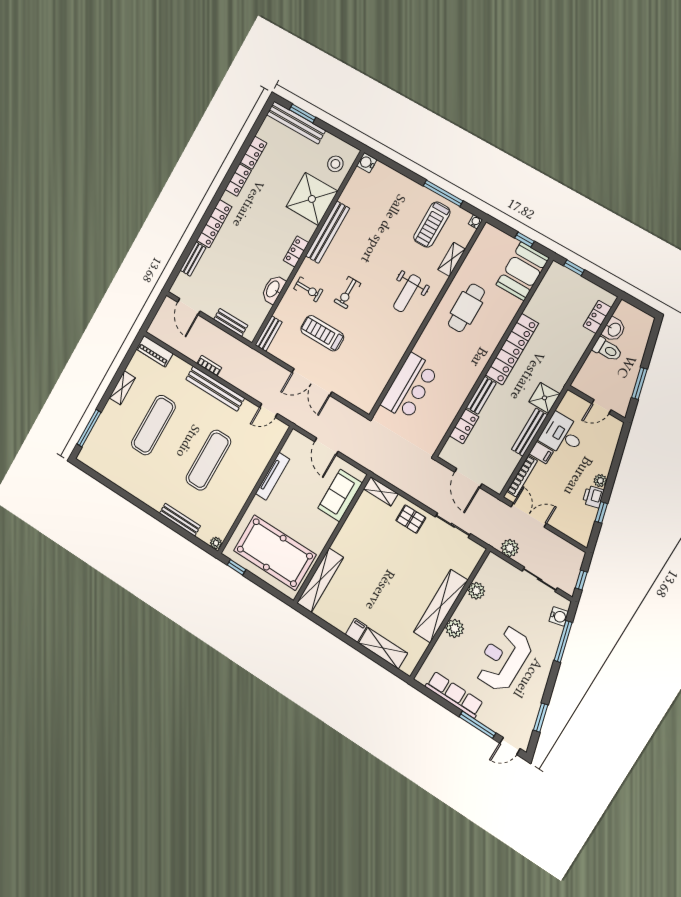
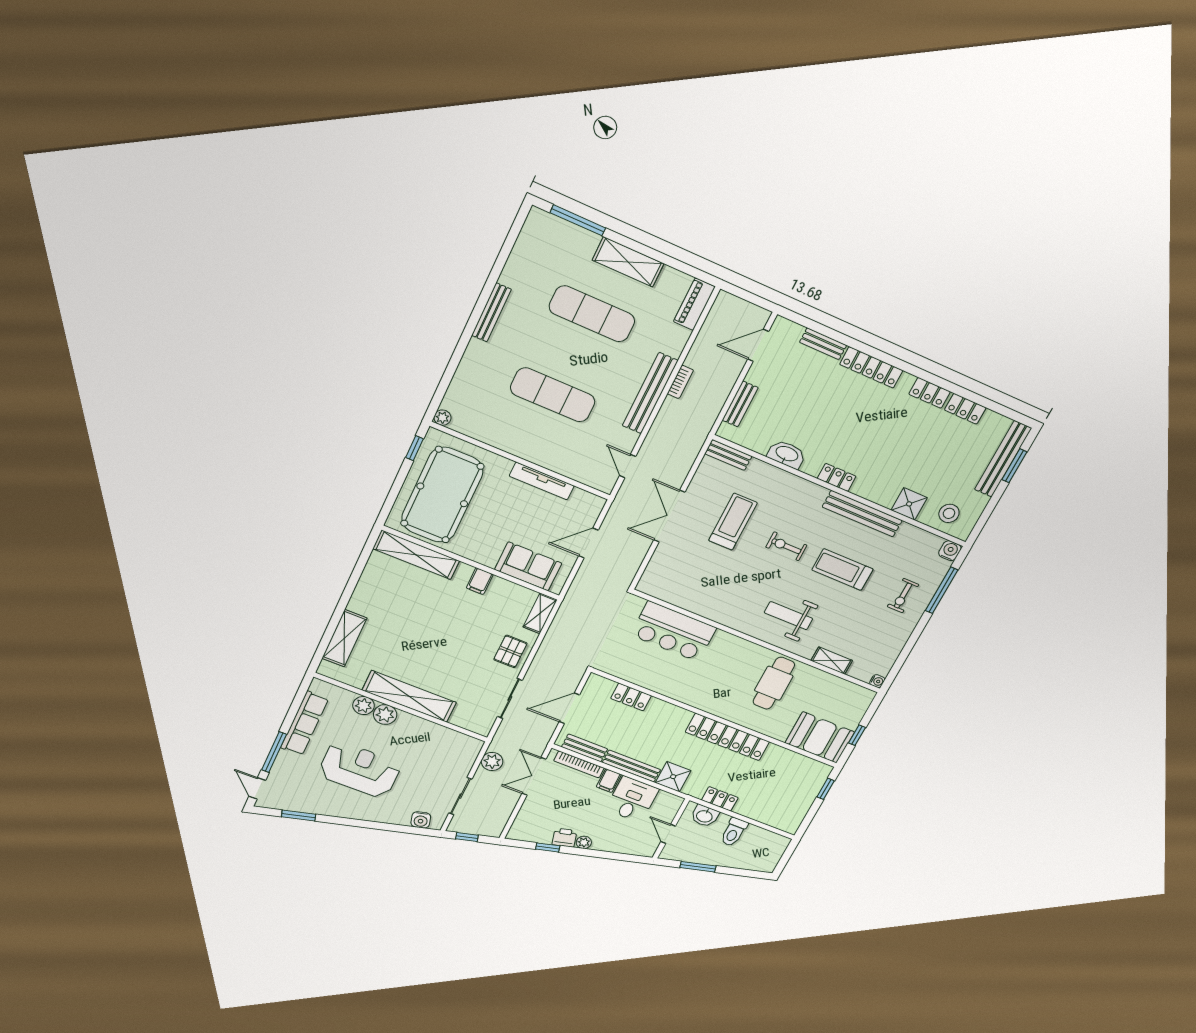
window: (443, 193) -> (942, 590), moved
shower: (312, 199) -> (909, 504), width x0.54, depth x0.54
treadmill: (432, 225) -> (842, 570), moved
exercise bike: (308, 289) -> (903, 596), moved
cafe table: (466, 308) -> (774, 683), turned 90
locker: (597, 317) -> (720, 799), moved
washbasin: (614, 329) -> (705, 816), moved
shelving: (122, 388) -> (628, 262), width x1.50, depth x1.33
bench: (481, 395) -> (585, 748), moved
double door: (529, 515) -> (534, 776), swing flipped
bench: (180, 520) -> (491, 312), moved
plant: (476, 591) -> (364, 706), moved
filing cabinet: (356, 630) -> (480, 581), moved, turned 90
window: (563, 641) -> (393, 828), removed

